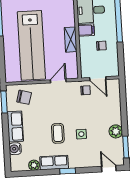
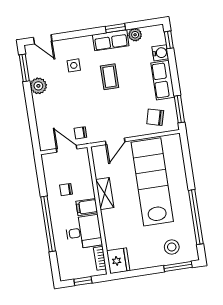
side table: (81, 134) -> (74, 65), moved
window: (7, 158) -> (169, 40), added
window: (68, 171) -> (115, 28), moved

